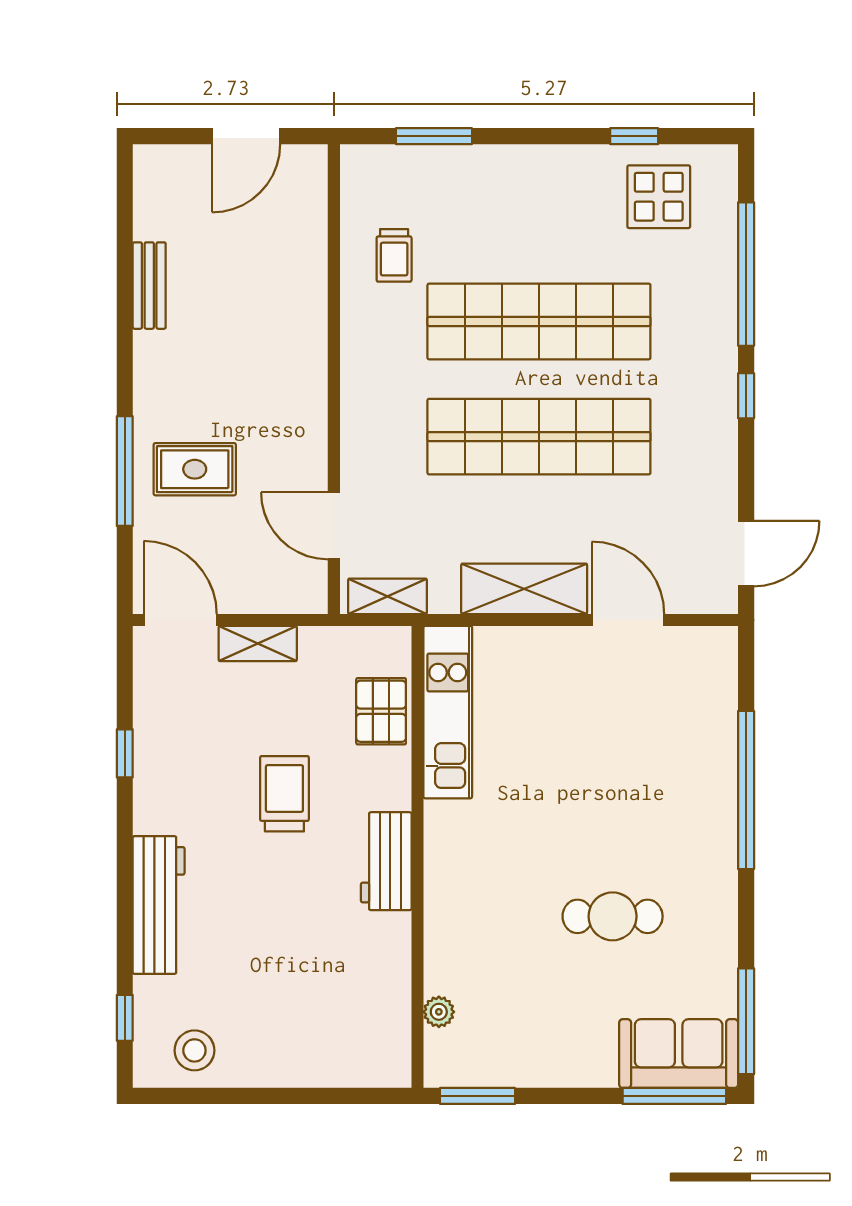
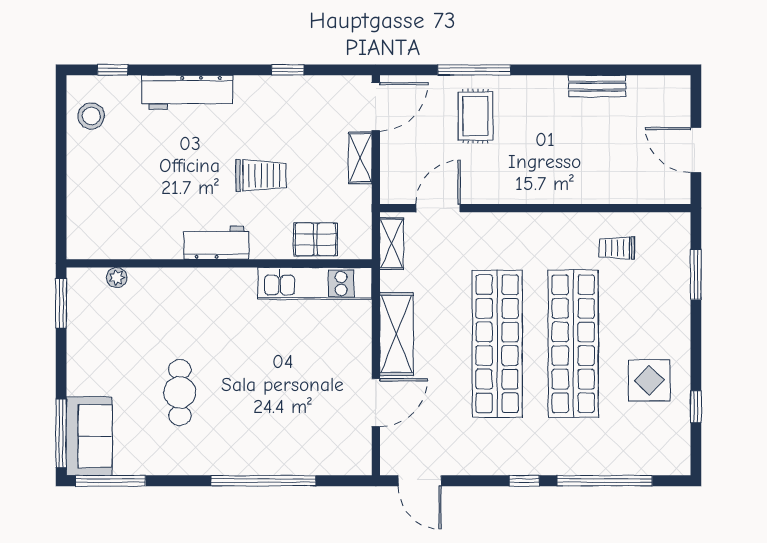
display table: (659, 197) -> (649, 380), moved

